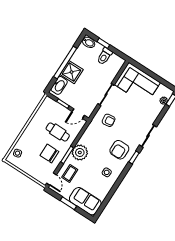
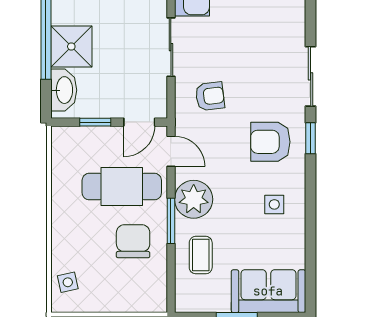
cafe table: (58, 132) -> (122, 187), width x1.37, depth x1.35
armchair: (119, 150) -> (270, 142), turned 90
chair: (49, 154) -> (133, 241), turned 90
door: (52, 179) -> (171, 151), moved

